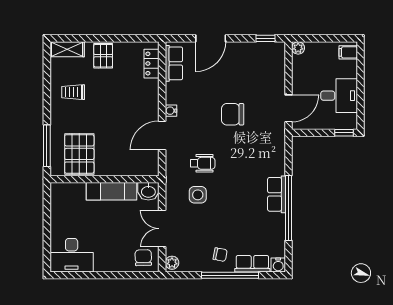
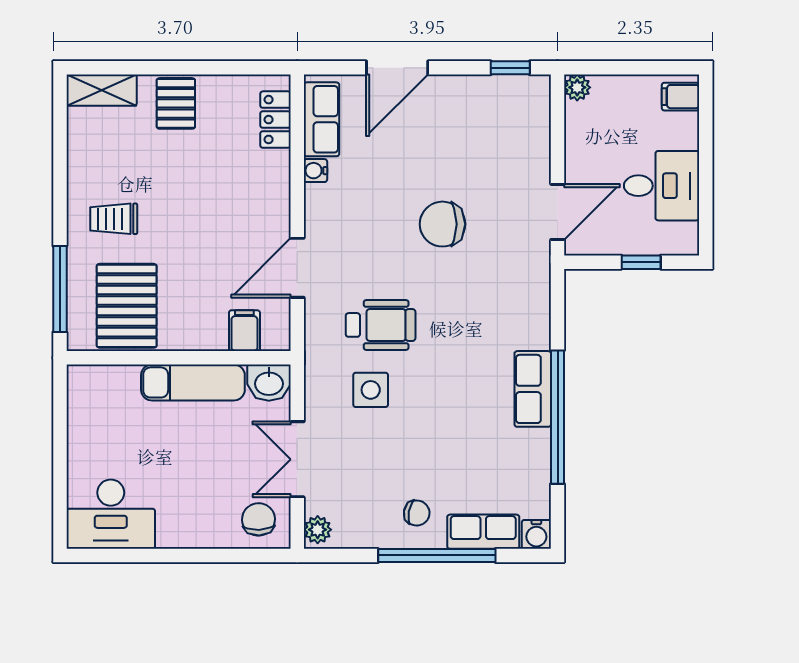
trolley: (73, 92) -> (114, 219), moved
water cooler: (171, 111) -> (315, 171), moved
window: (344, 133) -> (641, 262), moved
wheelchair: (203, 163) -> (381, 325), width x1.36, depth x1.37
filing cabinet: (136, 166) -> (244, 331), added

